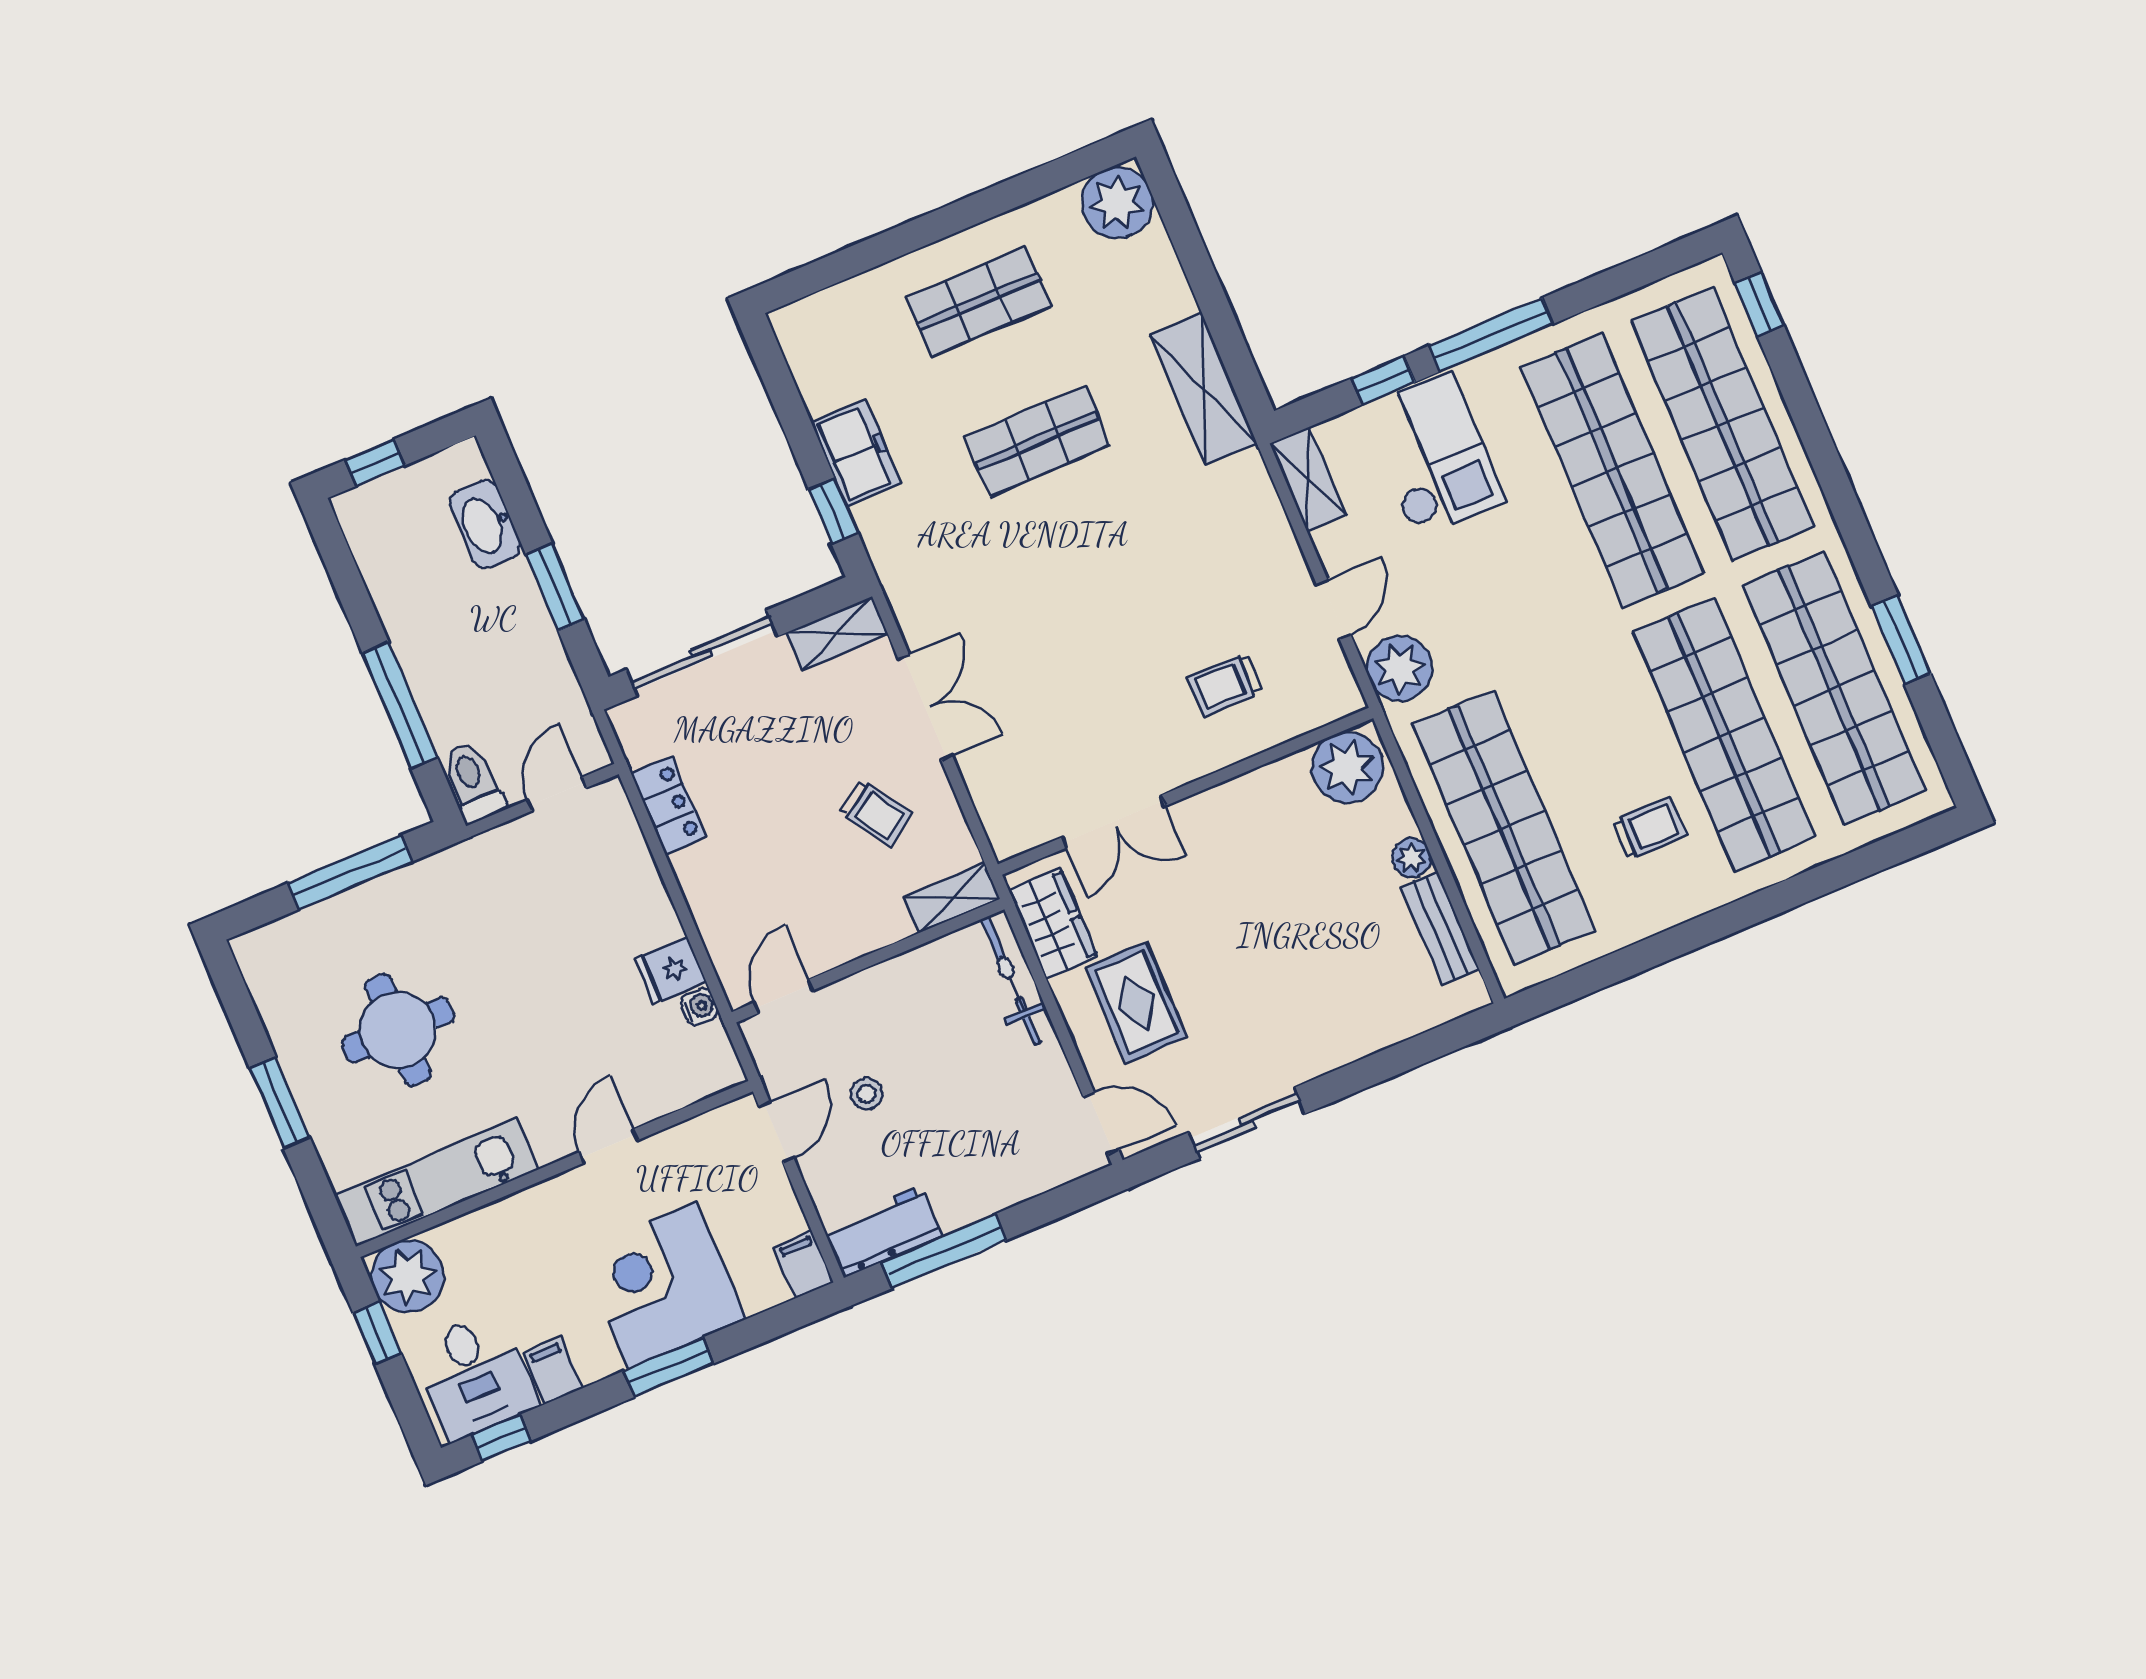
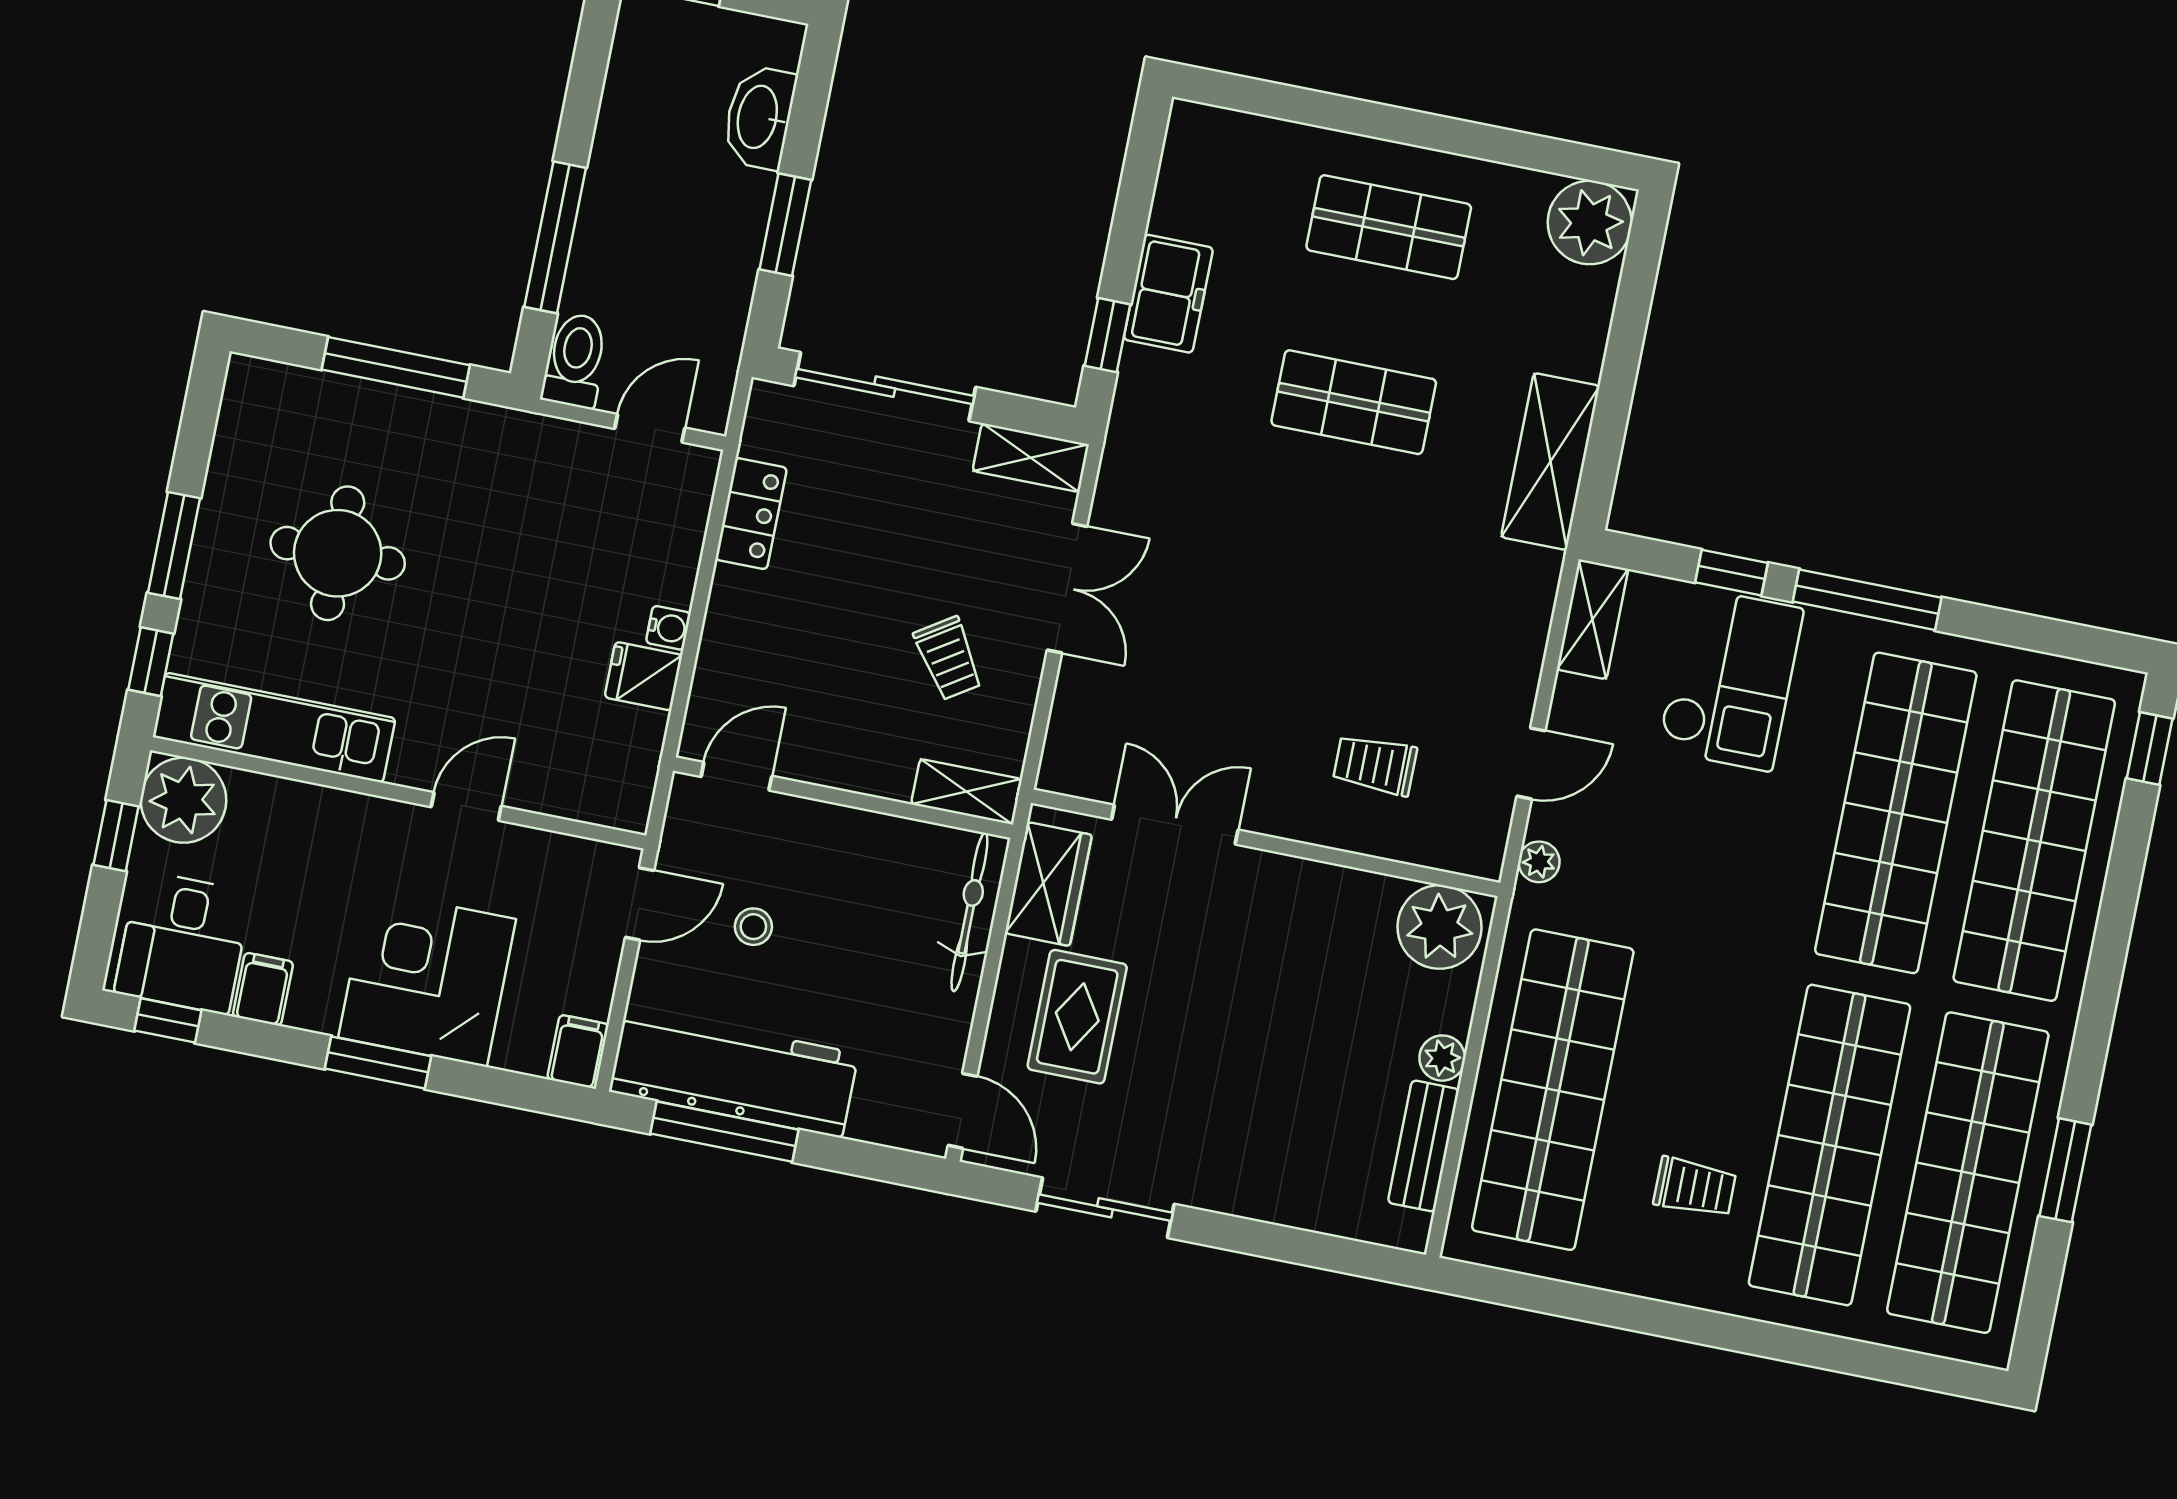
plant: (1400, 669) -> (1539, 862), width x0.53, depth x0.53
double door: (1113, 822) -> (1175, 825), swing flipped
water cooler: (699, 1006) -> (668, 628), moved
window: (319, 1195) -> (151, 662), added
workbench: (883, 1232) -> (734, 1073), width x1.88, depth x1.32

